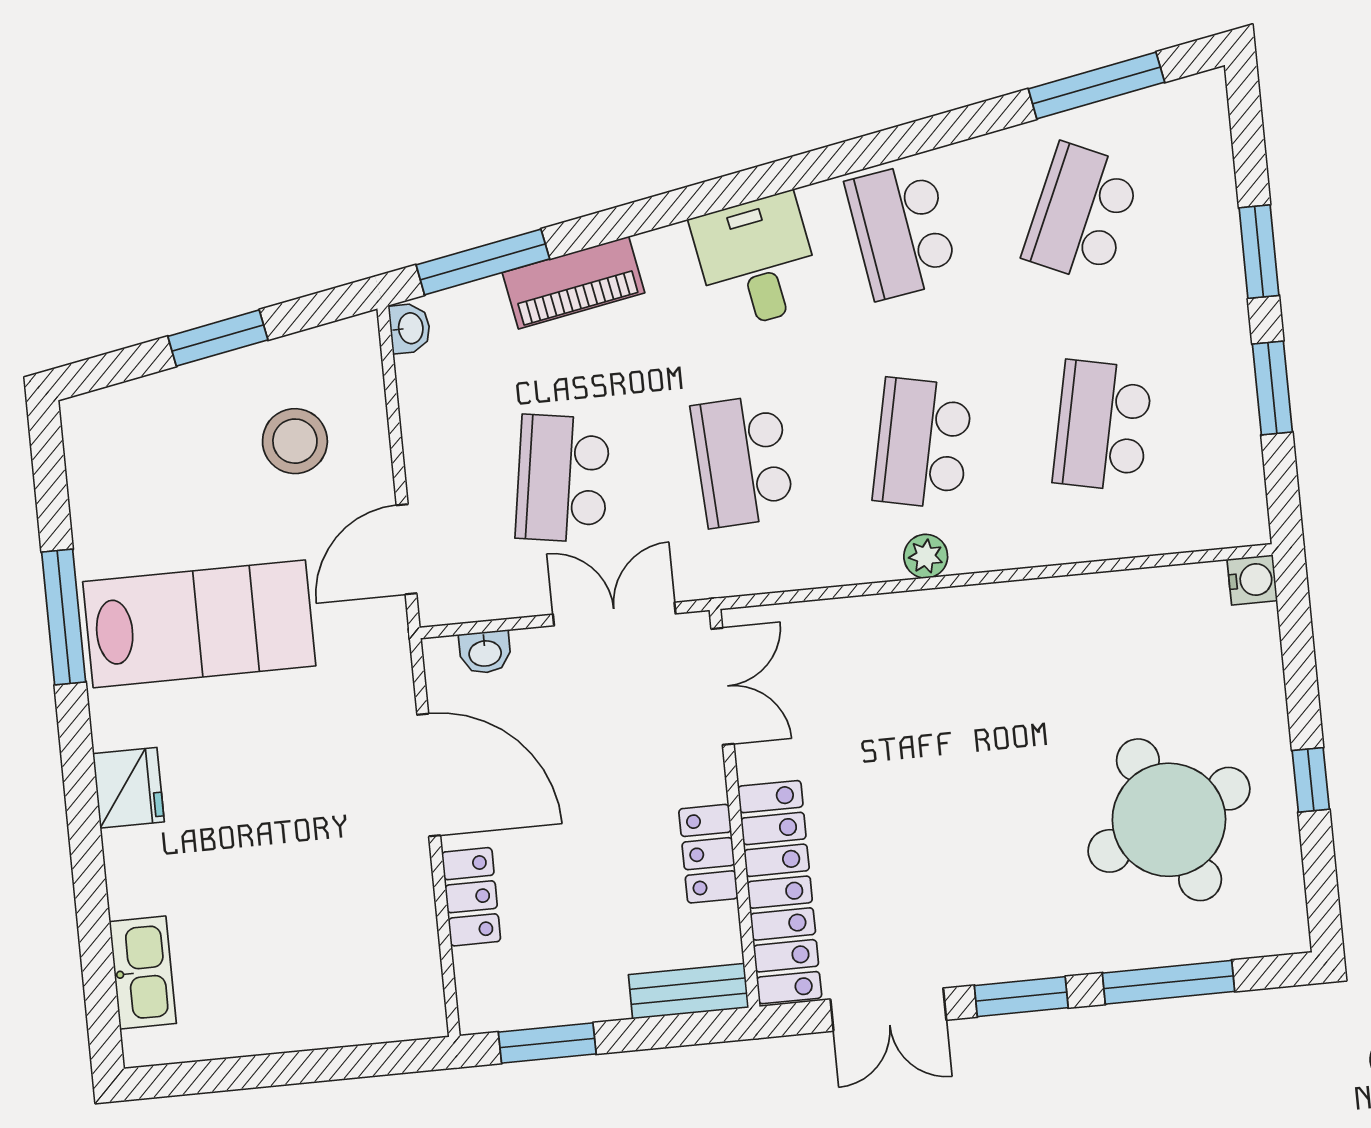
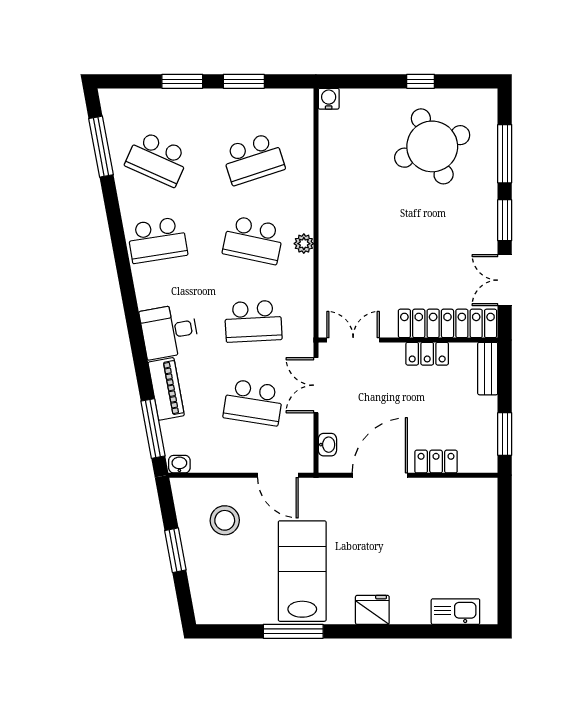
desk: (757, 261) -> (169, 331), moved
school desk: (1103, 426) -> (253, 159), turned -30
double door: (888, 1010) -> (505, 280), swing flipped

